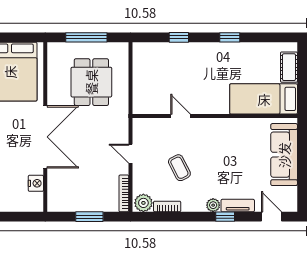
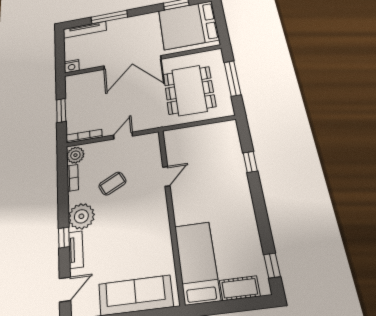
window: (230, 37) -> (272, 266), moved
dining table: (91, 82) -> (189, 90), width x1.38
nightstand: (36, 183) -> (72, 66), moved
plant: (213, 205) -> (81, 216), width x1.87, depth x1.87

